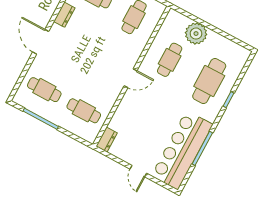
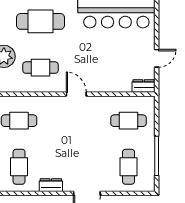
cafe table: (84, 111) -> (129, 121), turned 90
door: (138, 171) -> (157, 58), moved

